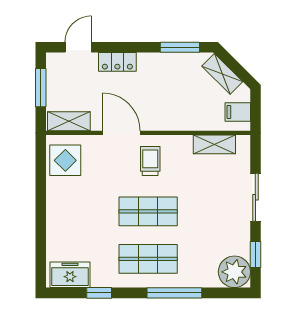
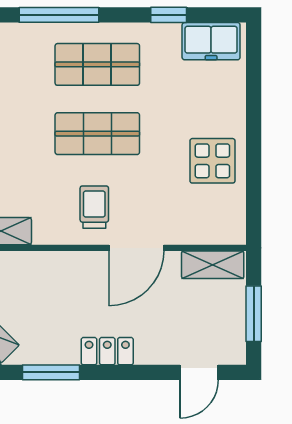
locker: (117, 62) -> (107, 351), moved
door: (121, 133) -> (136, 248), hinge flipped
display table: (65, 160) -> (212, 161), moved
trolley: (150, 161) -> (94, 207), turned 180

